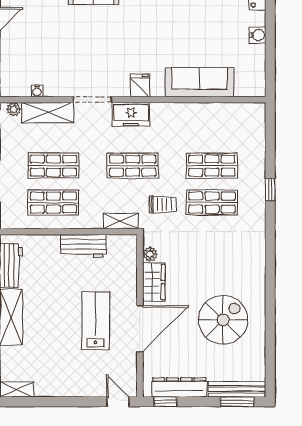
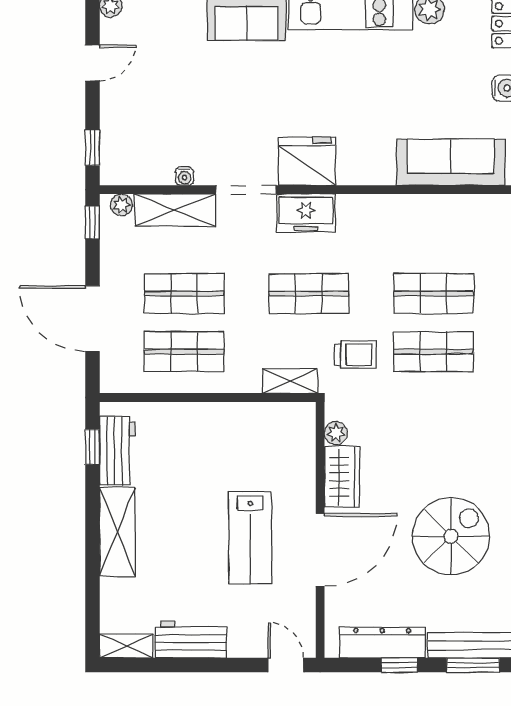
sofa: (199, 82) -> (451, 162), moved
fridge: (140, 85) -> (307, 161), width x1.88, depth x1.34
water cooler: (37, 91) -> (185, 176), moved
workbench: (83, 246) -> (191, 640), moved, turned 180
lab bench: (95, 321) -> (250, 538), turned 180
window: (166, 402) -> (399, 665), moved

